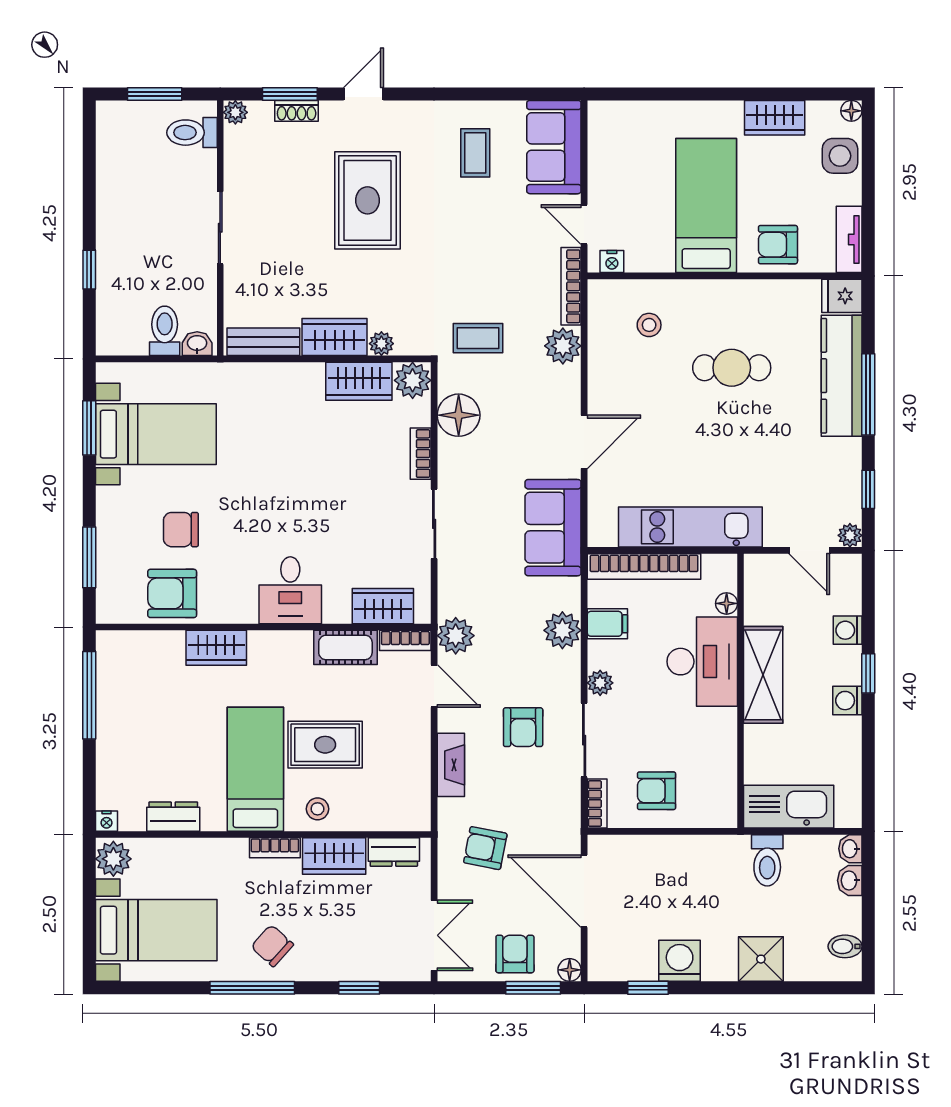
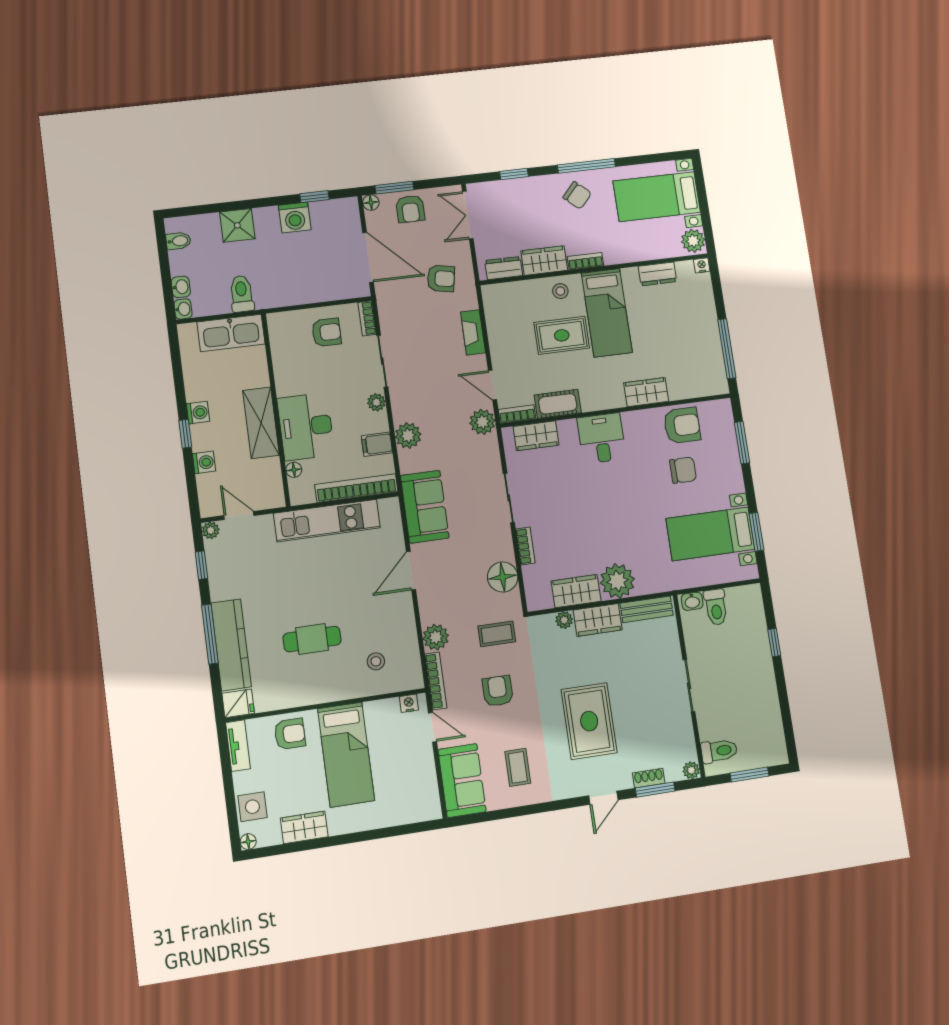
plant: (413, 380) -> (617, 581), moved, width x1.36, depth x1.36
armchair: (523, 727) -> (498, 691), moved

